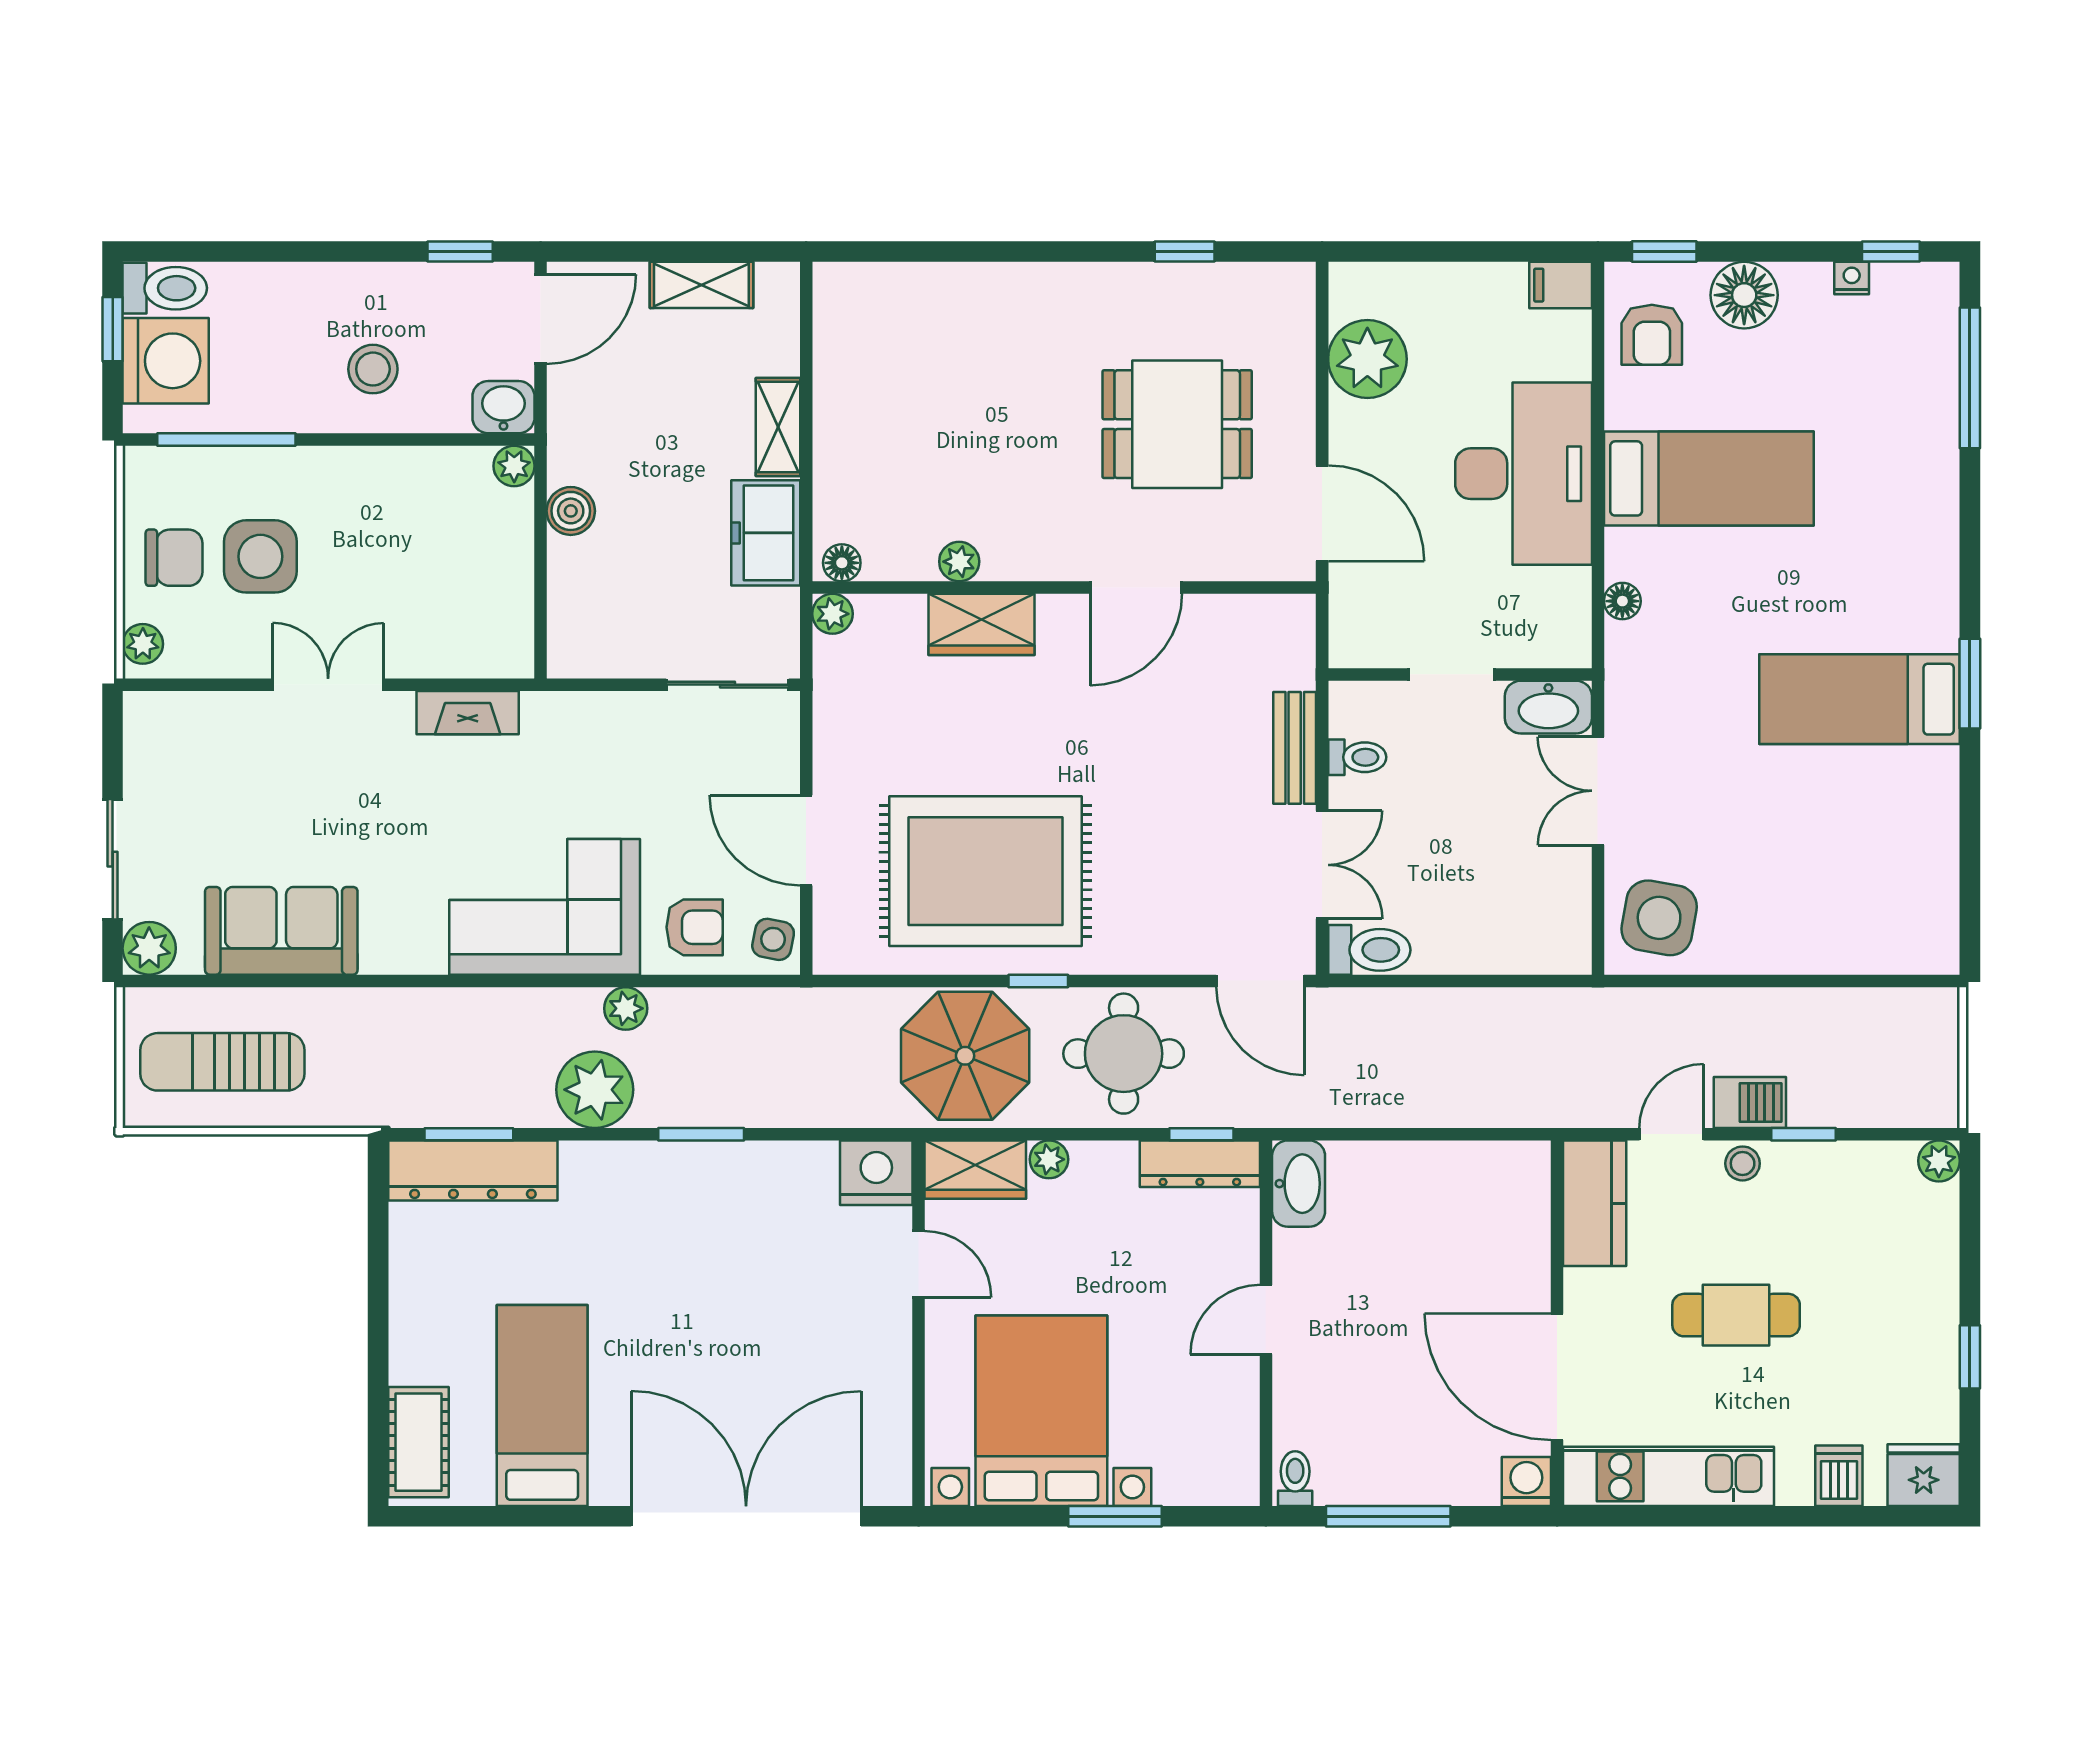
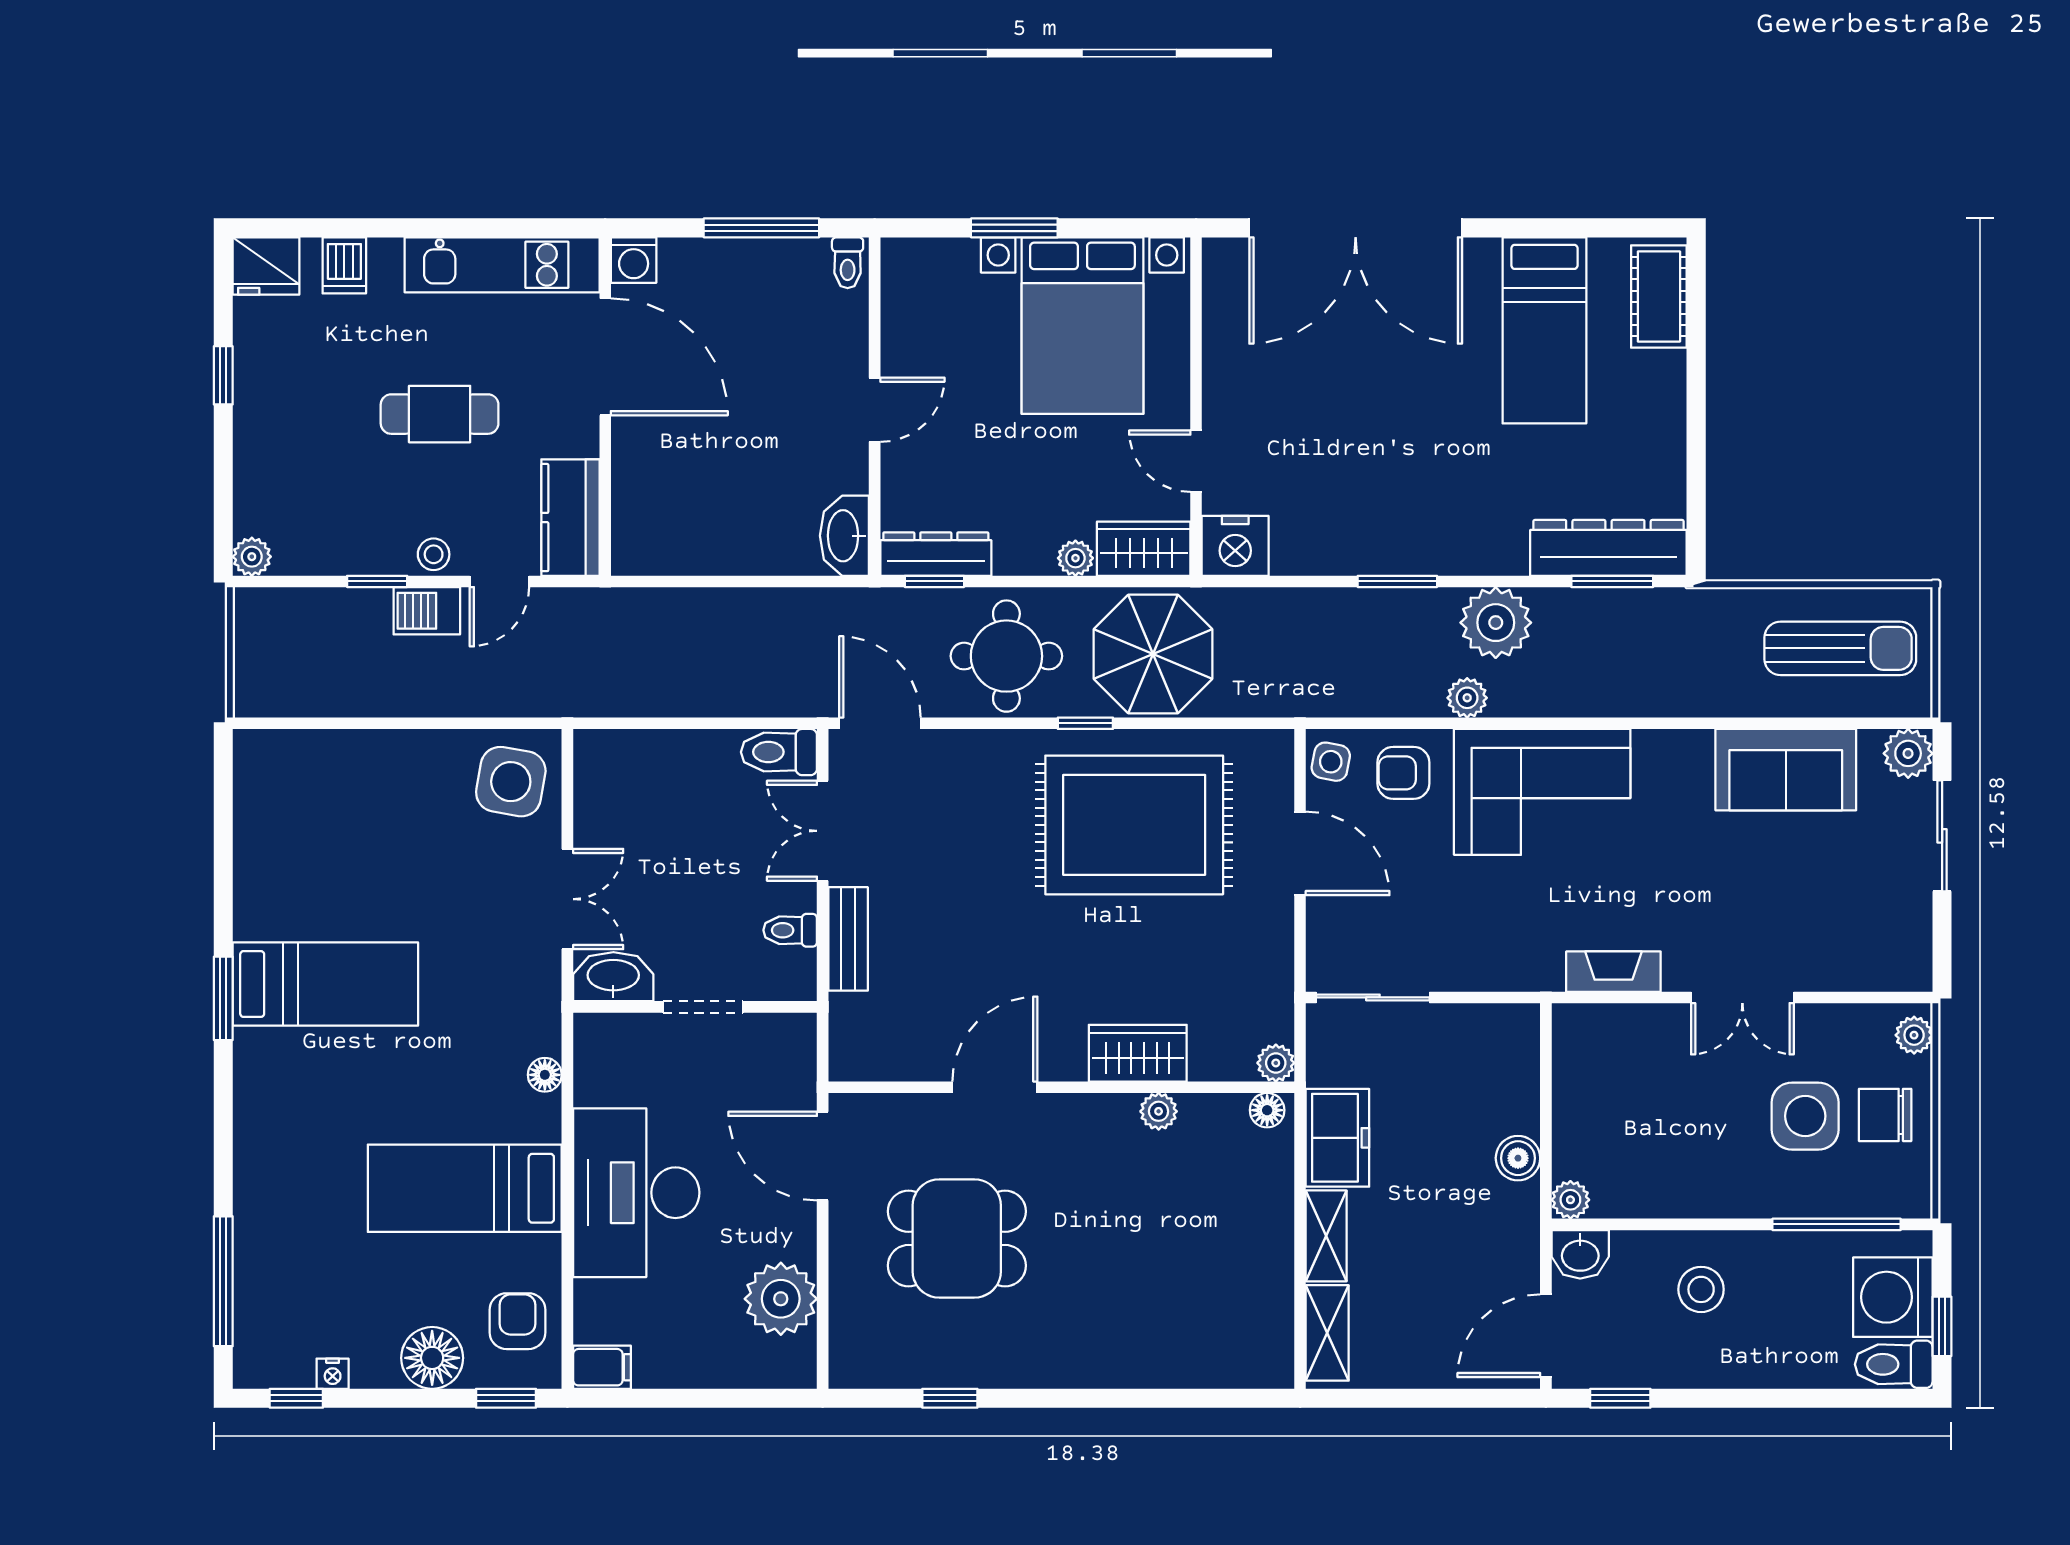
shelving: (701, 285) -> (1327, 1333), moved, turned 90

